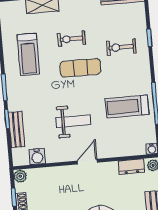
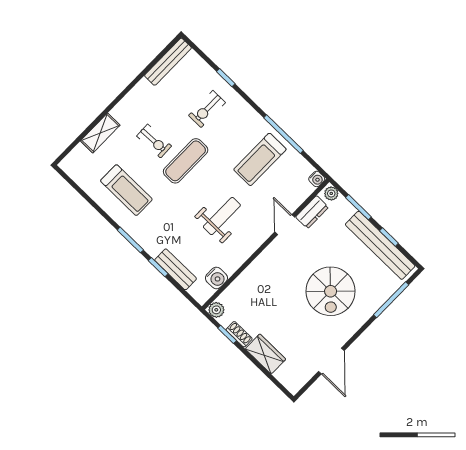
exercise bike: (71, 39) -> (154, 141), turned -92
door: (87, 162) -> (285, 225), moved

